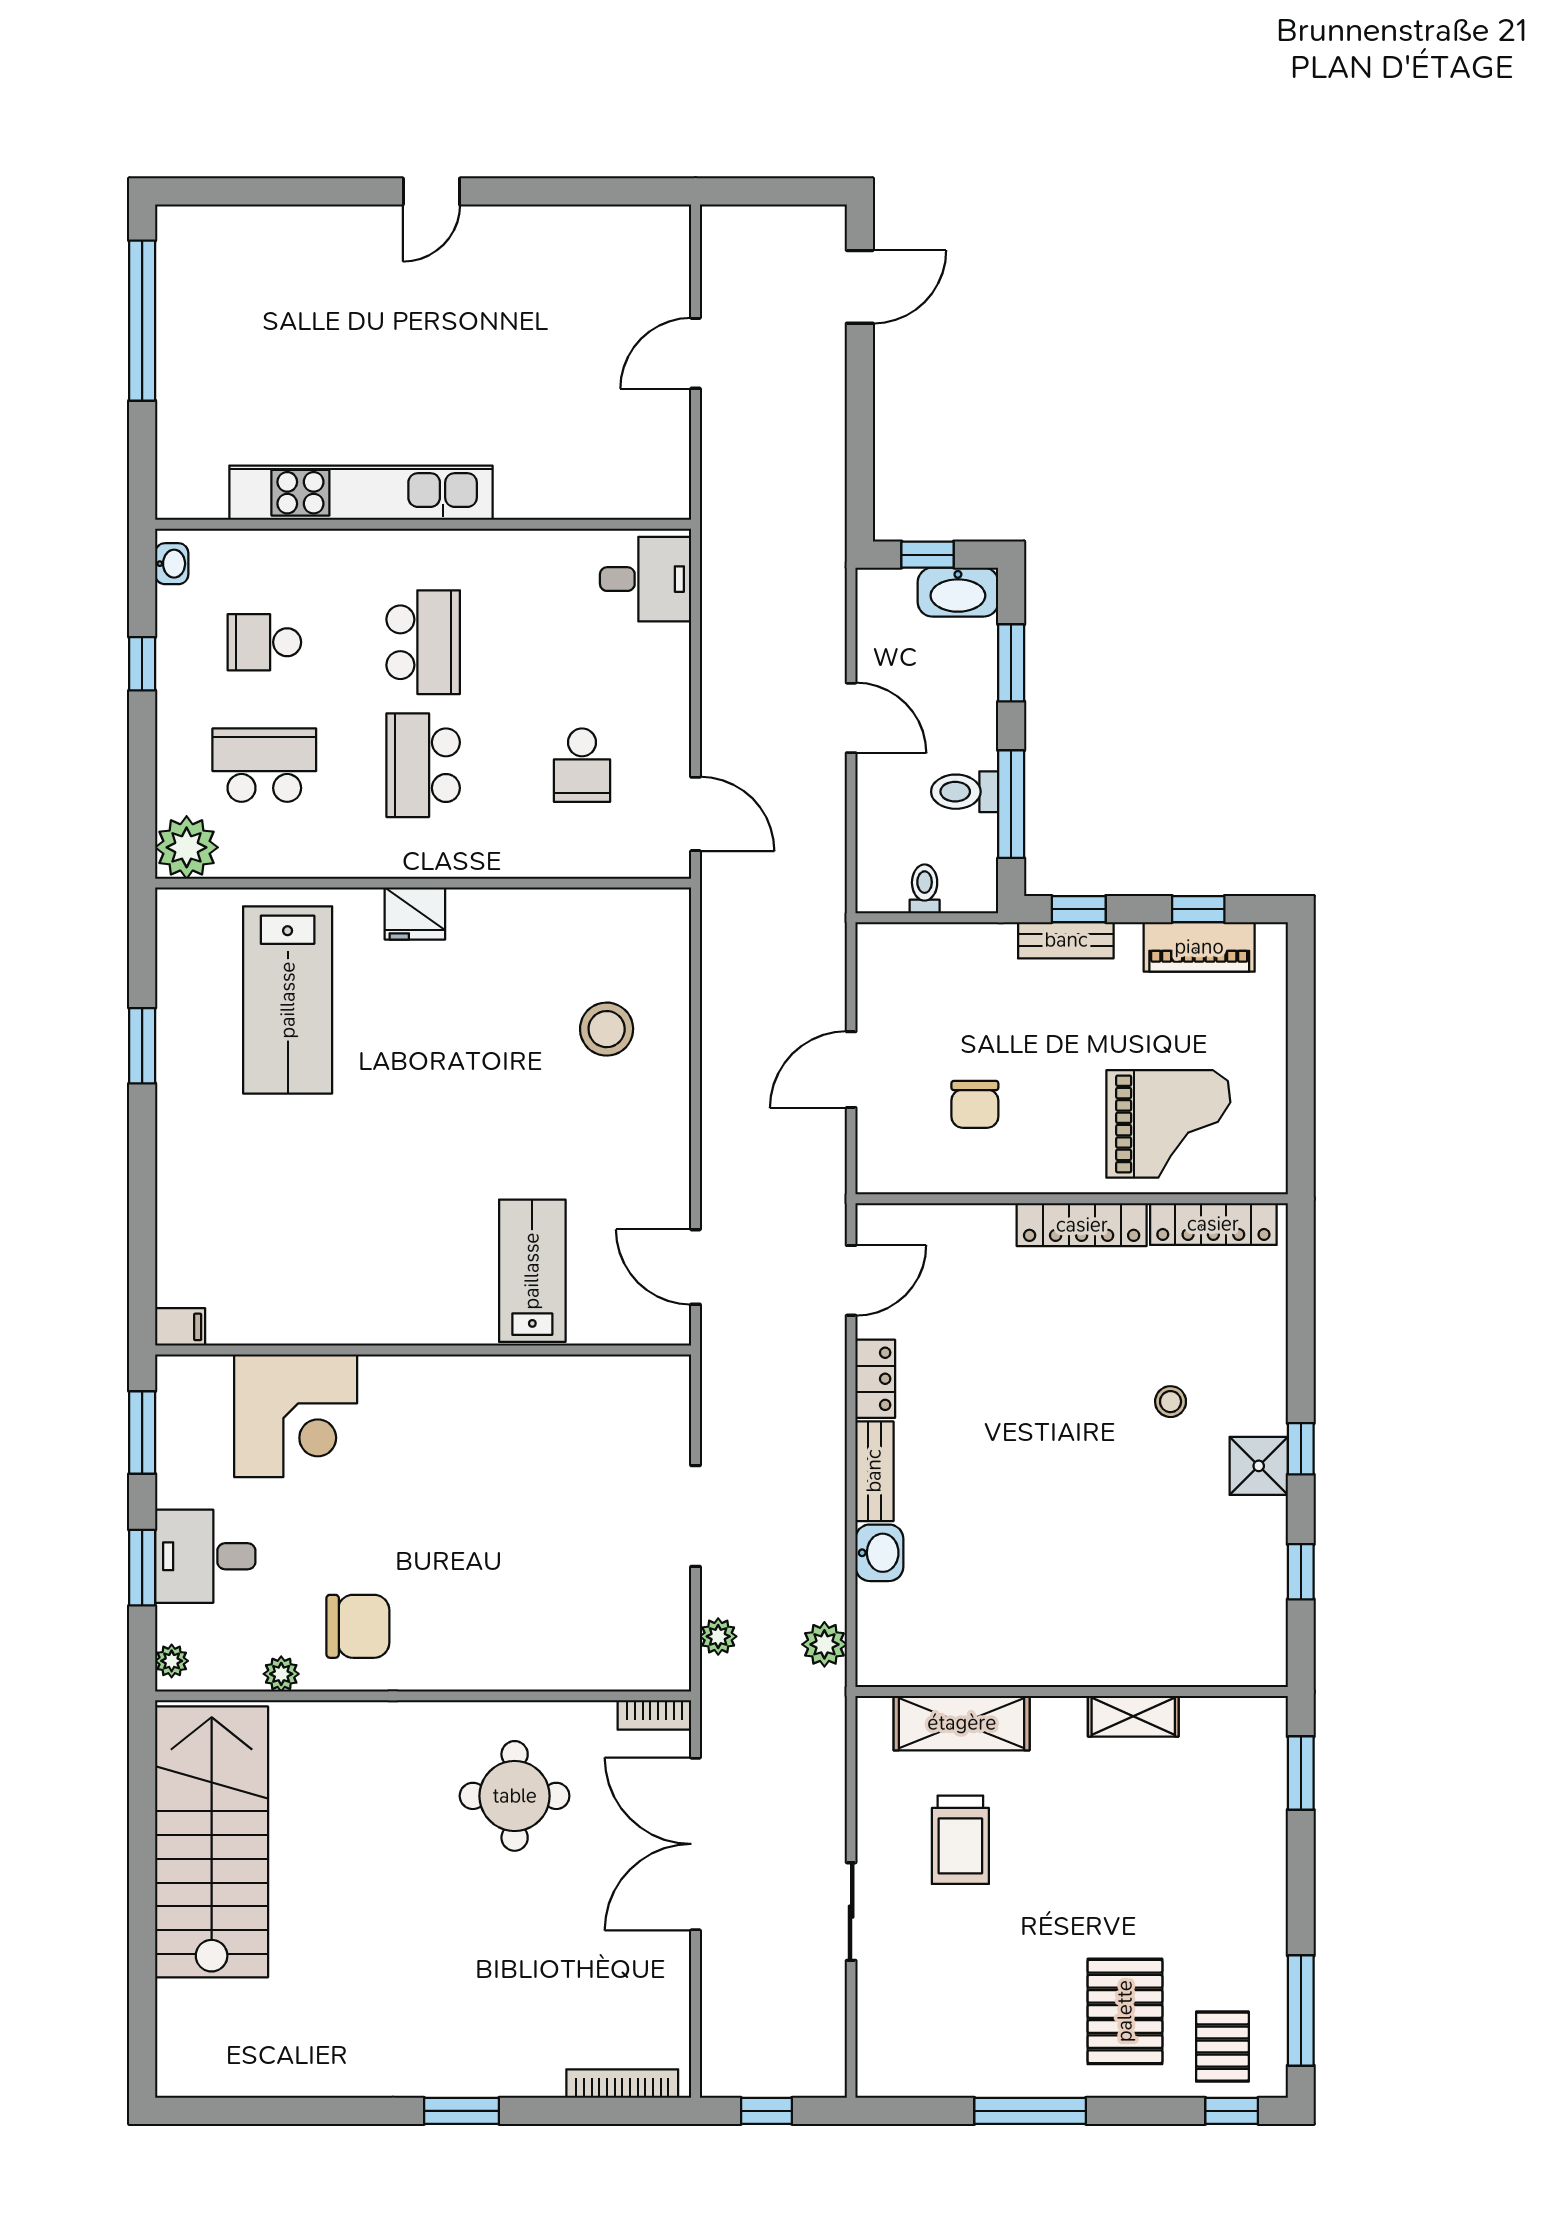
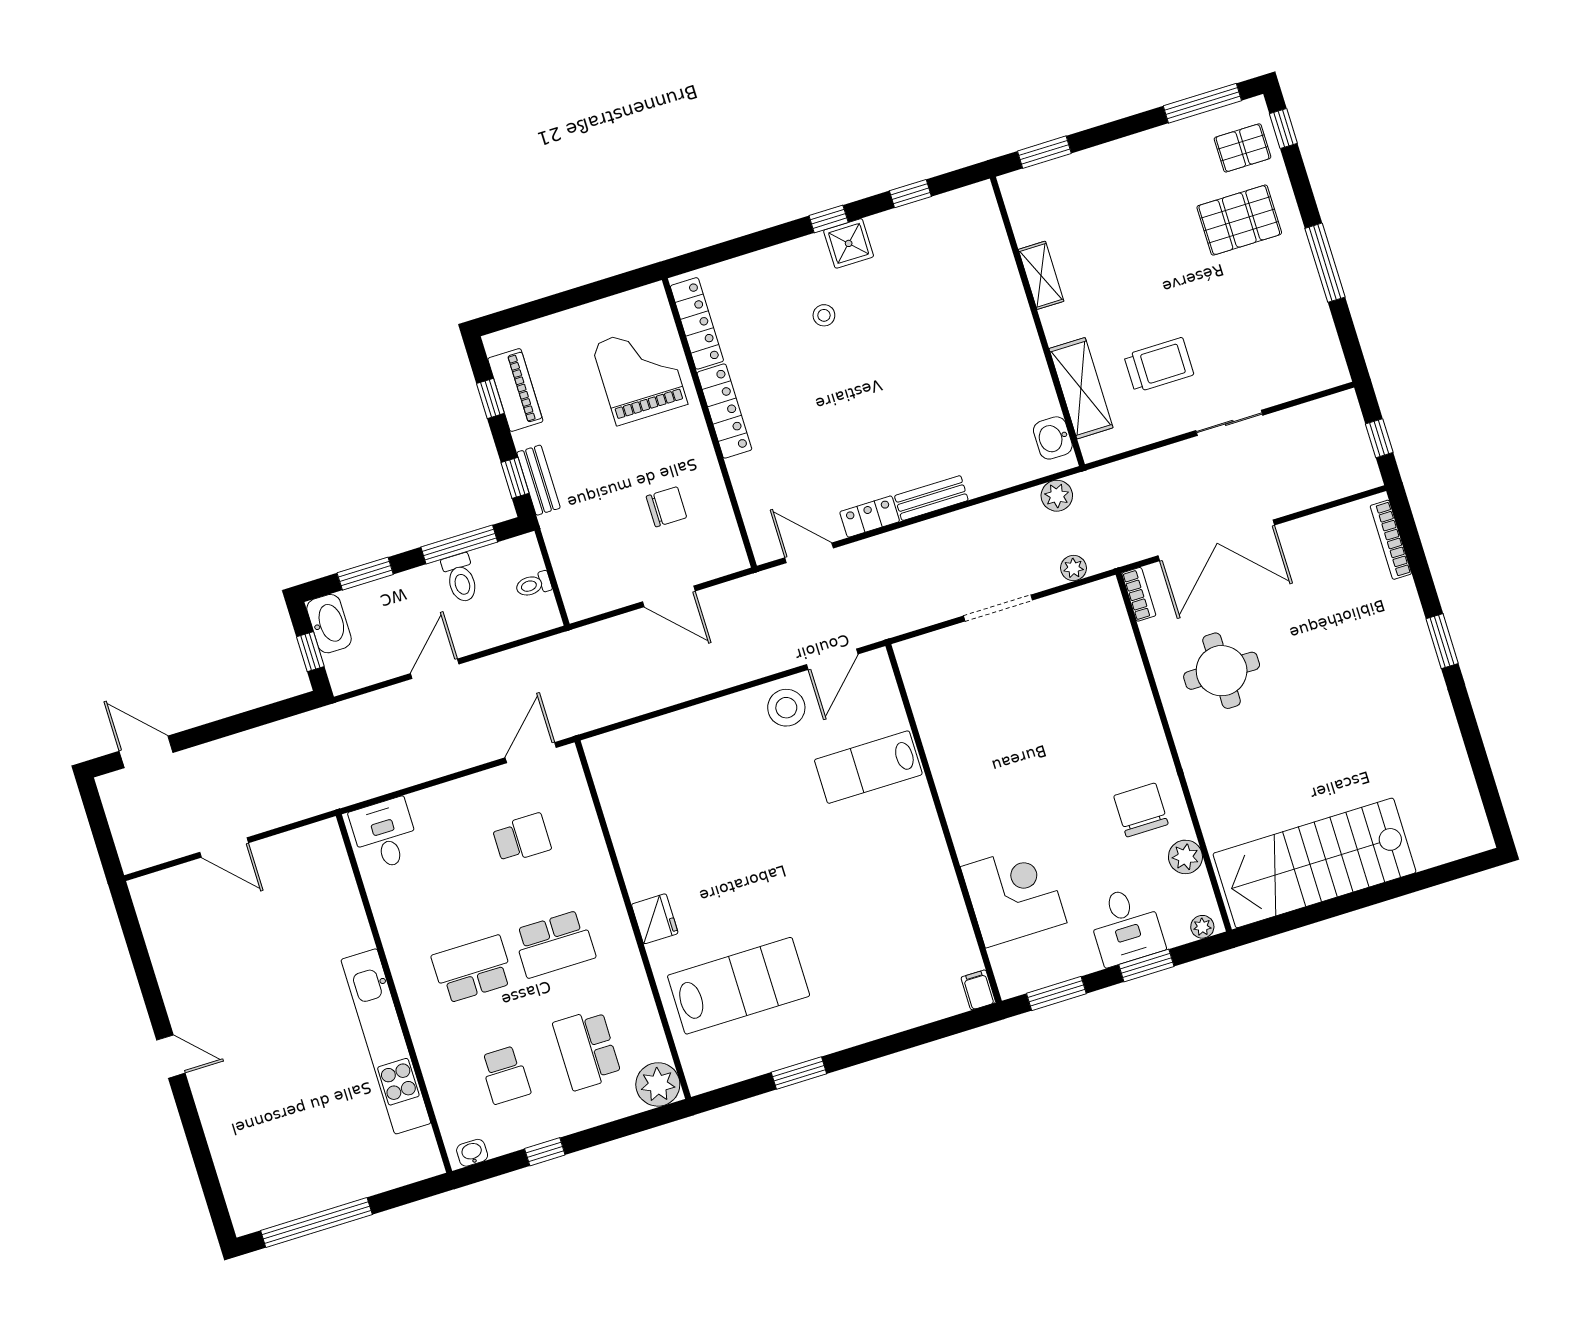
stool: (607, 1029) -> (786, 708), moved
washbasin: (879, 1553) -> (1053, 438), moved, turned -90
plant: (281, 1674) -> (1185, 857), width x1.38, depth x1.38

